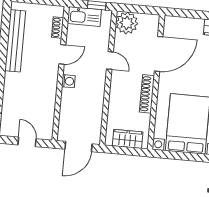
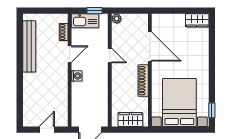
plant: (127, 23) -> (117, 19), width x0.53, depth x0.53
door: (159, 54) -> (150, 46), hinge flipped
door: (27, 142) -> (47, 130), hinge flipped

